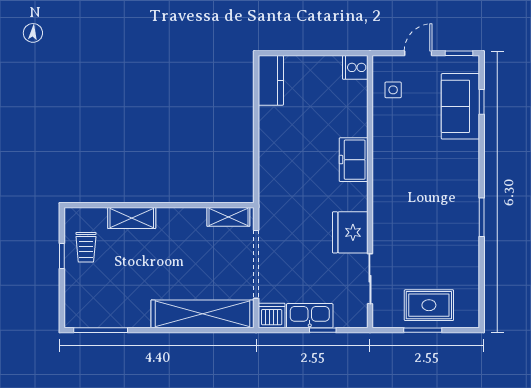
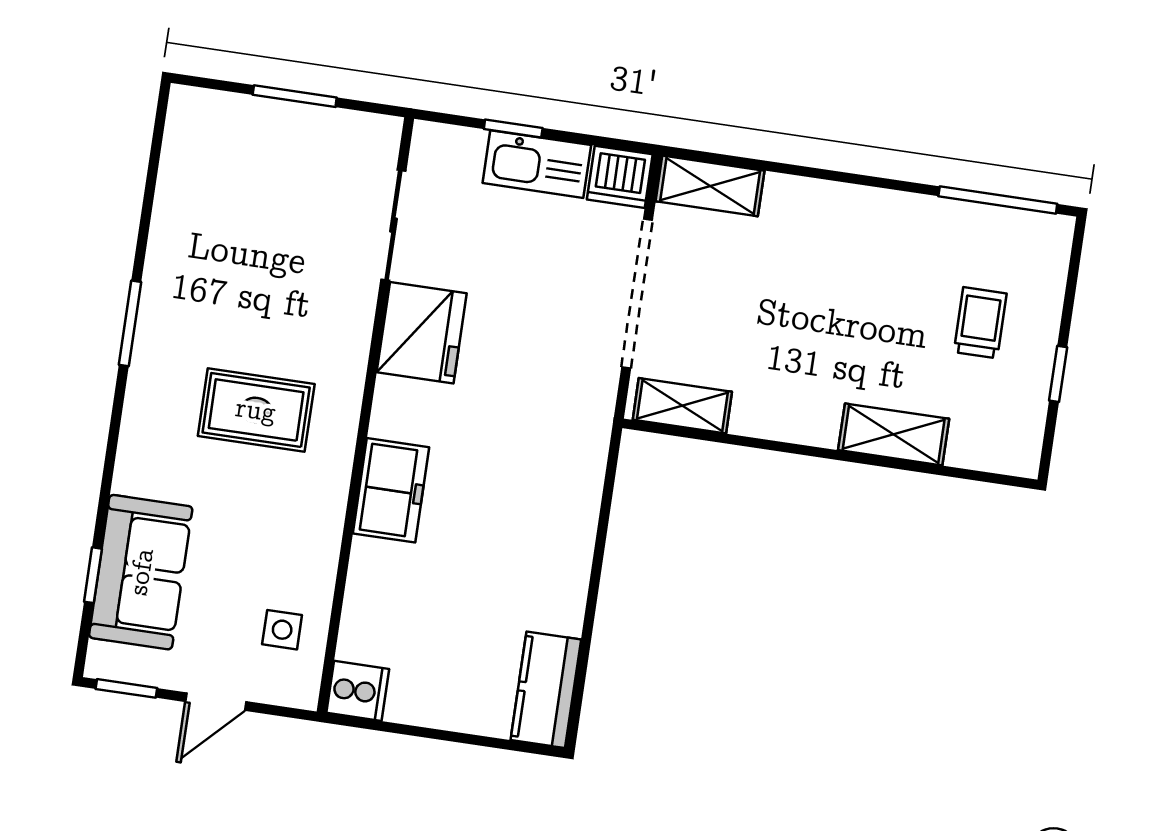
trolley: (86, 247) -> (980, 323), moved
rug: (429, 305) -> (256, 410), moved
shelving: (203, 314) -> (710, 186), width x0.45, depth x0.75

